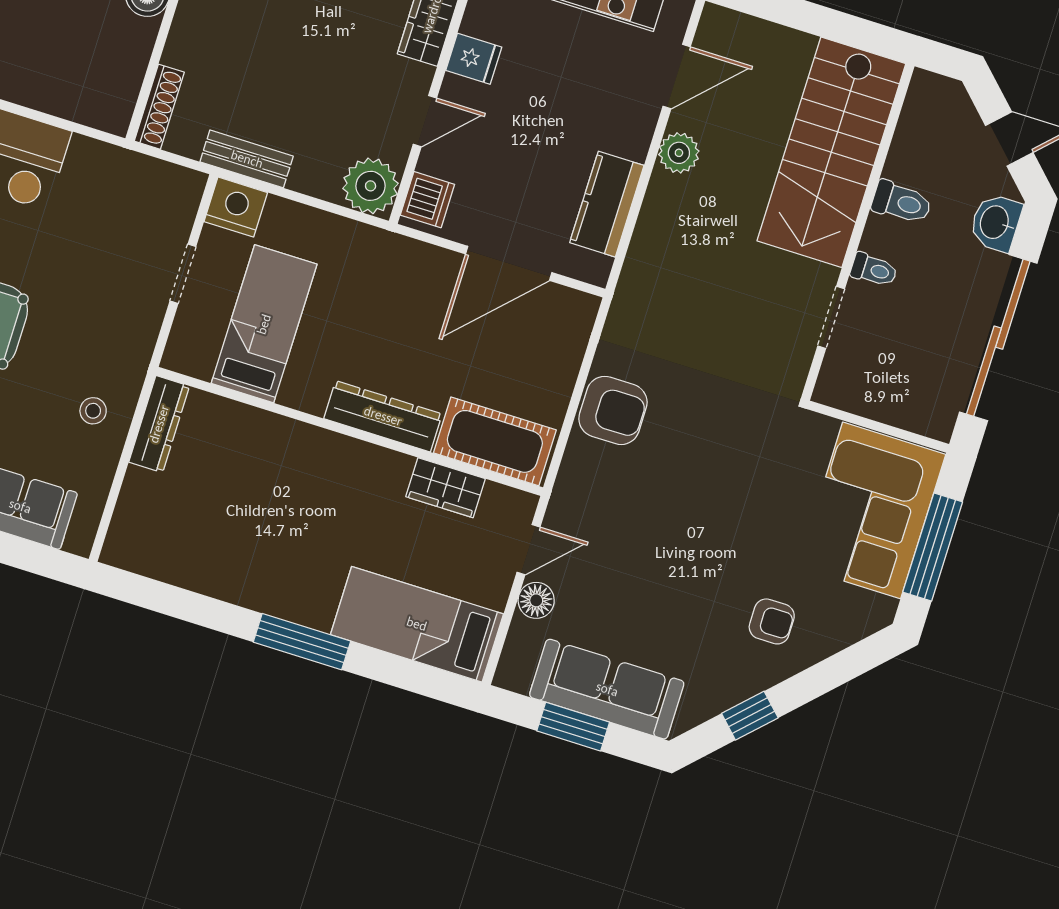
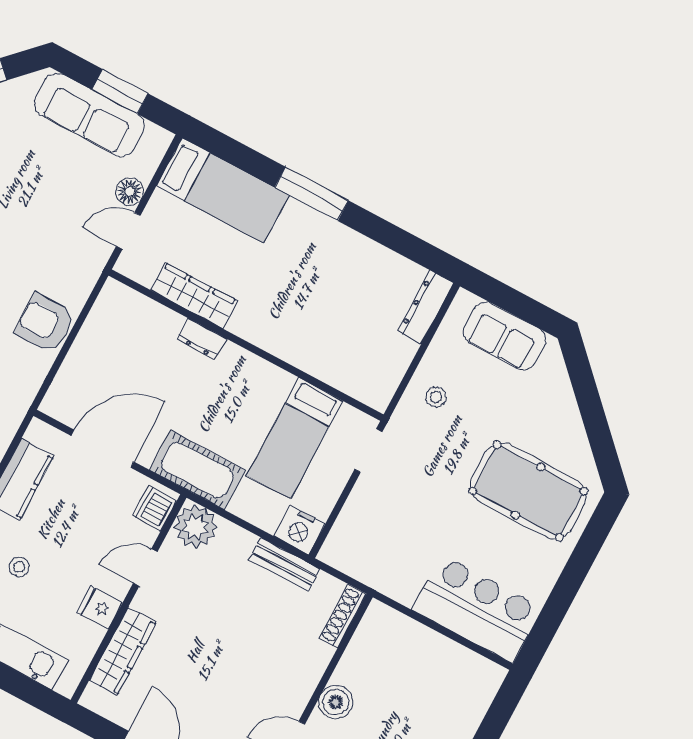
stool: (587, 91) -> (19, 567), added
doorway: (183, 274) -> (368, 451), moved
dresser: (383, 416) -> (202, 339), width x0.51, depth x0.80
dresser: (159, 424) -> (426, 307), moved
cot: (495, 441) -> (197, 470), moved
wardrobe: (446, 488) -> (194, 295), width x1.50

